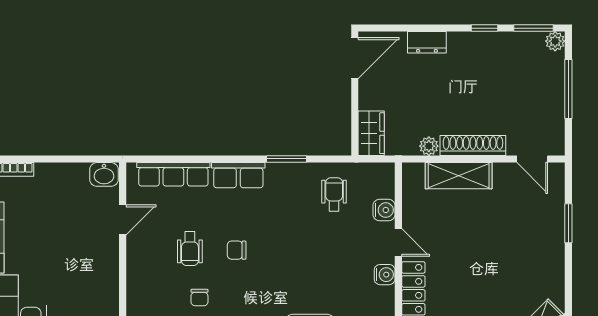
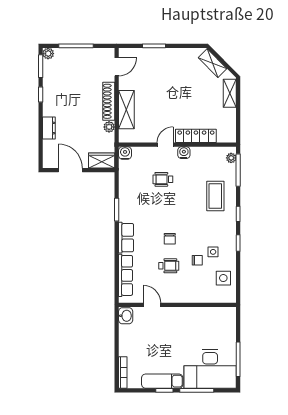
door: (355, 58) -> (70, 170), moved
wheelchair: (334, 194) -> (163, 179), moved
water cooler: (384, 210) -> (125, 153), moved

